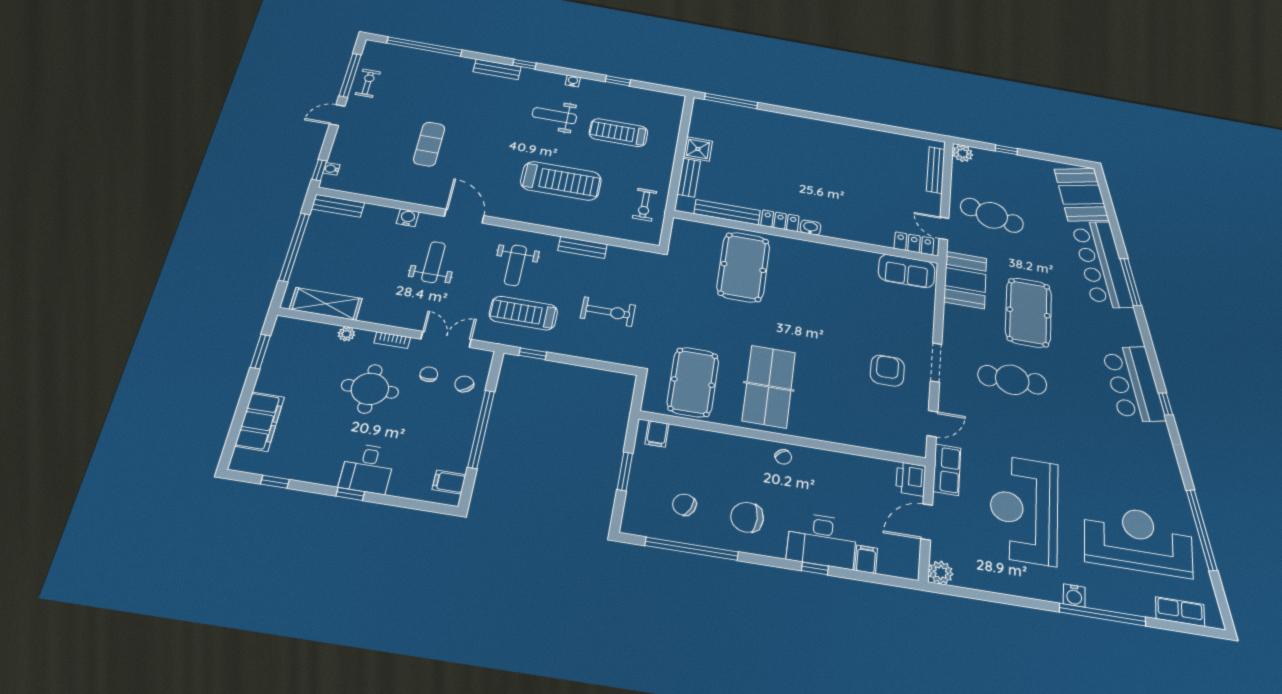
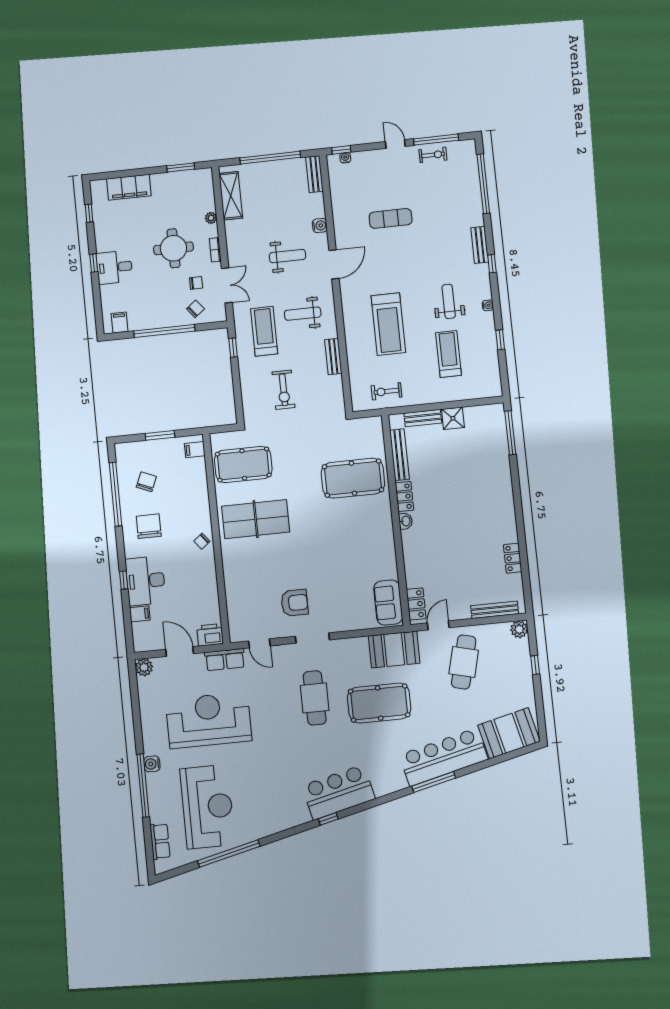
locker: (879, 137) -> (513, 558), added

